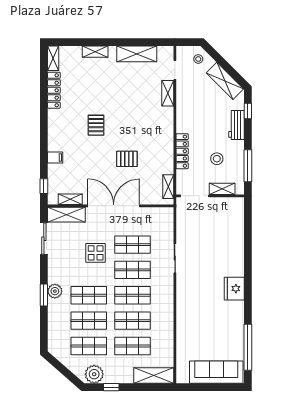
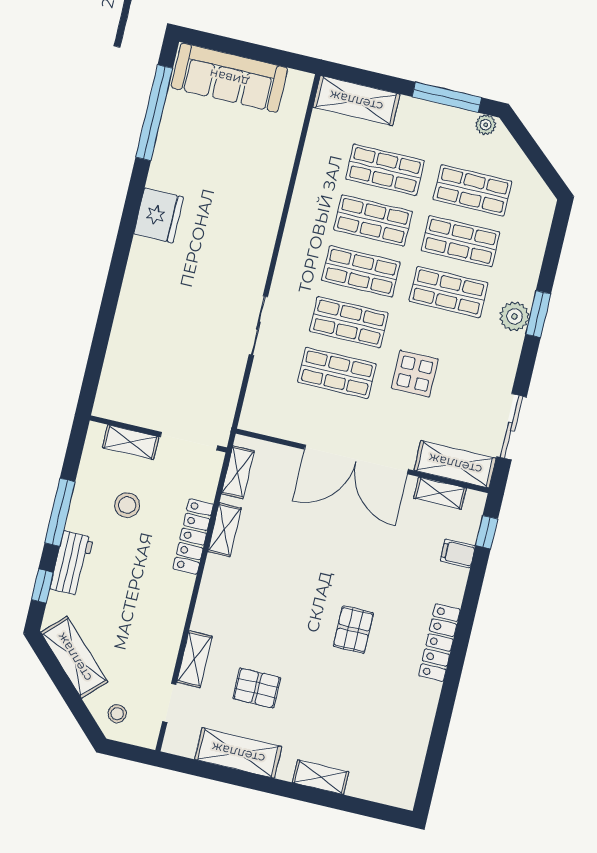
shelving: (53, 58) -> (225, 530), moved
locker: (54, 90) -> (439, 643), moved
filing cabinet: (55, 157) -> (458, 553), moved
pallet: (127, 159) -> (257, 688), moved
window: (248, 166) -> (60, 512), moved
fridge: (234, 289) -> (159, 215), moved
plant: (94, 374) -> (486, 125), width x0.53, depth x0.53
window: (111, 387) -> (447, 97), width x2.17

